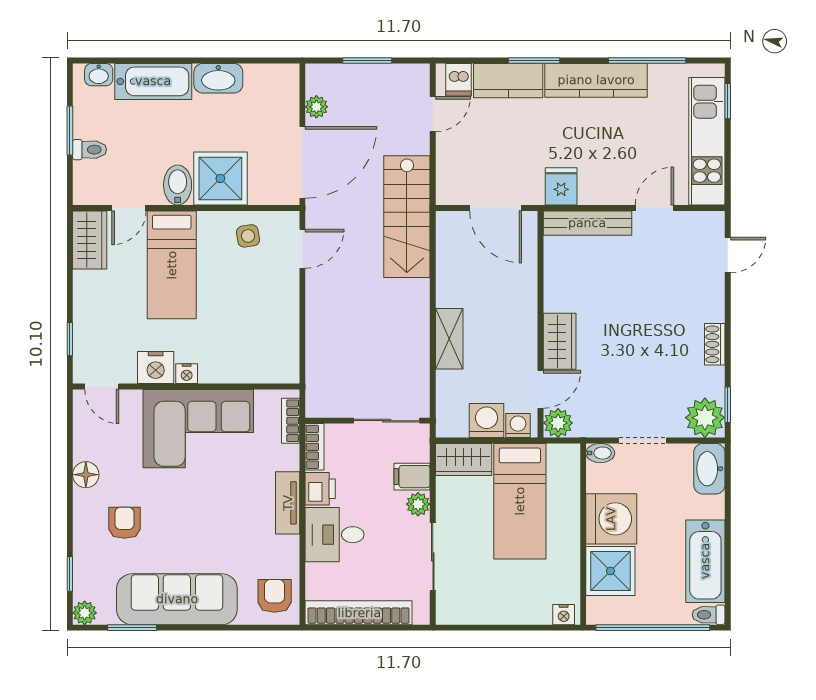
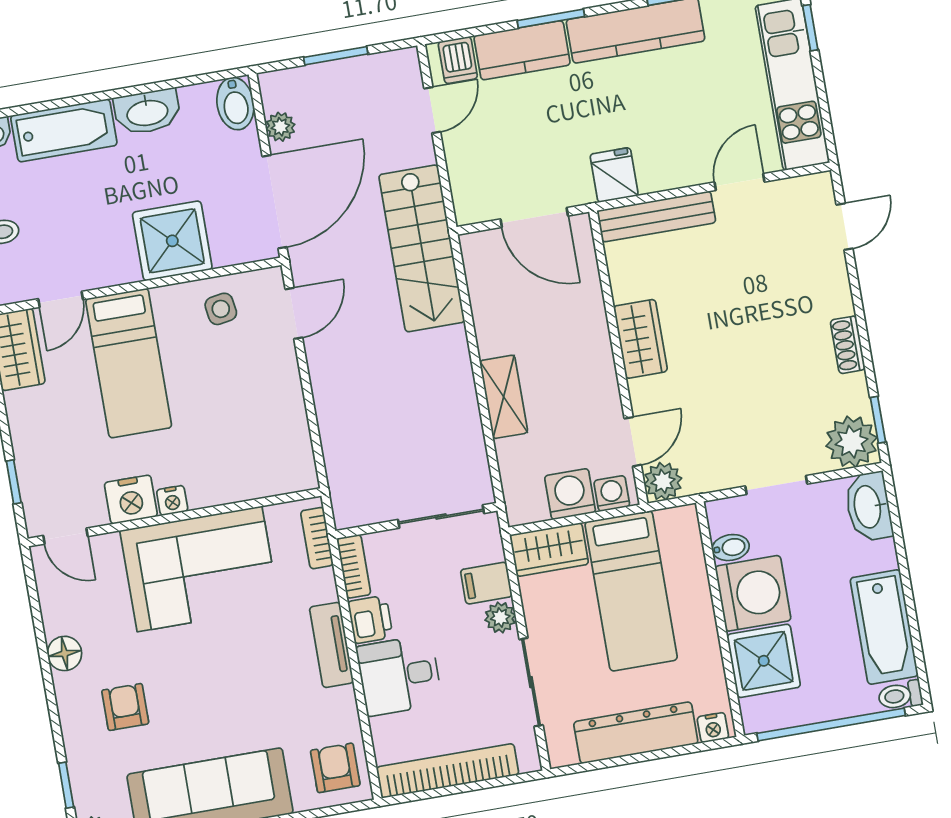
bidet: (178, 185) -> (235, 104), moved, turned 180
wardrobe: (560, 341) -> (640, 339), moved
bidet: (600, 453) -> (731, 548), moved
dresser: (505, 608) -> (636, 733), added

